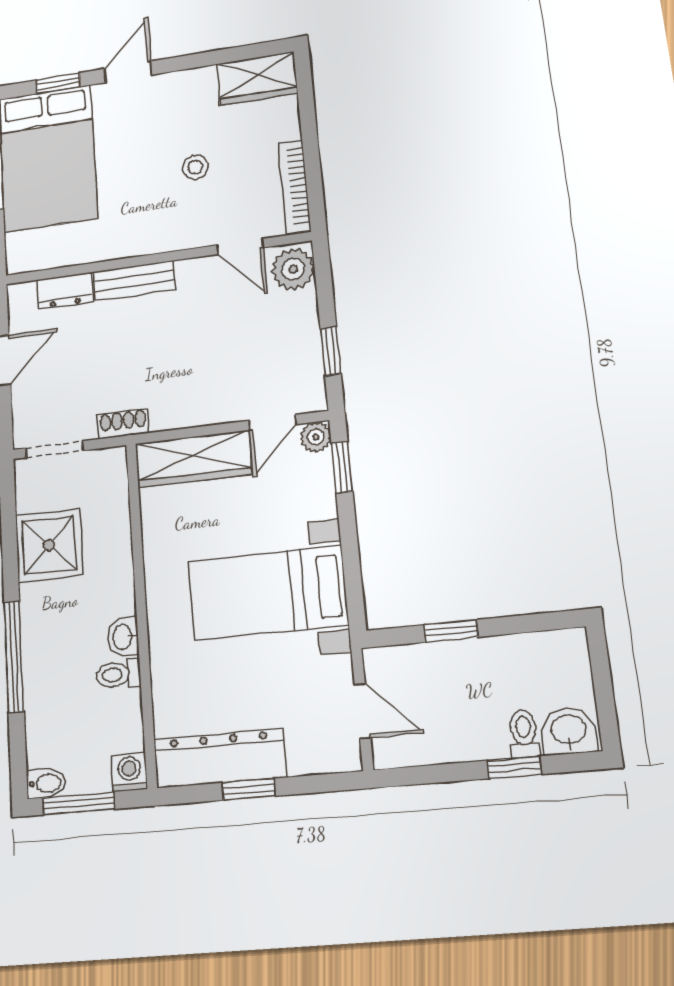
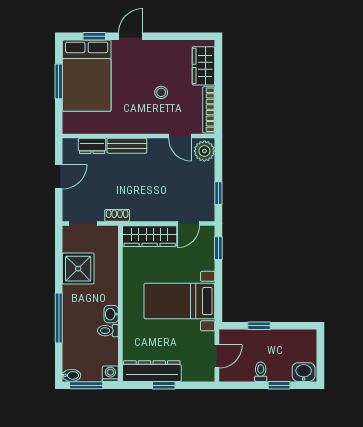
wardrobe: (257, 78) -> (204, 66), moved, turned 90
plant: (316, 437) -> (208, 233), removed
door: (362, 711) -> (217, 356), hinge flipped
toilet: (524, 734) -> (261, 372), moved

